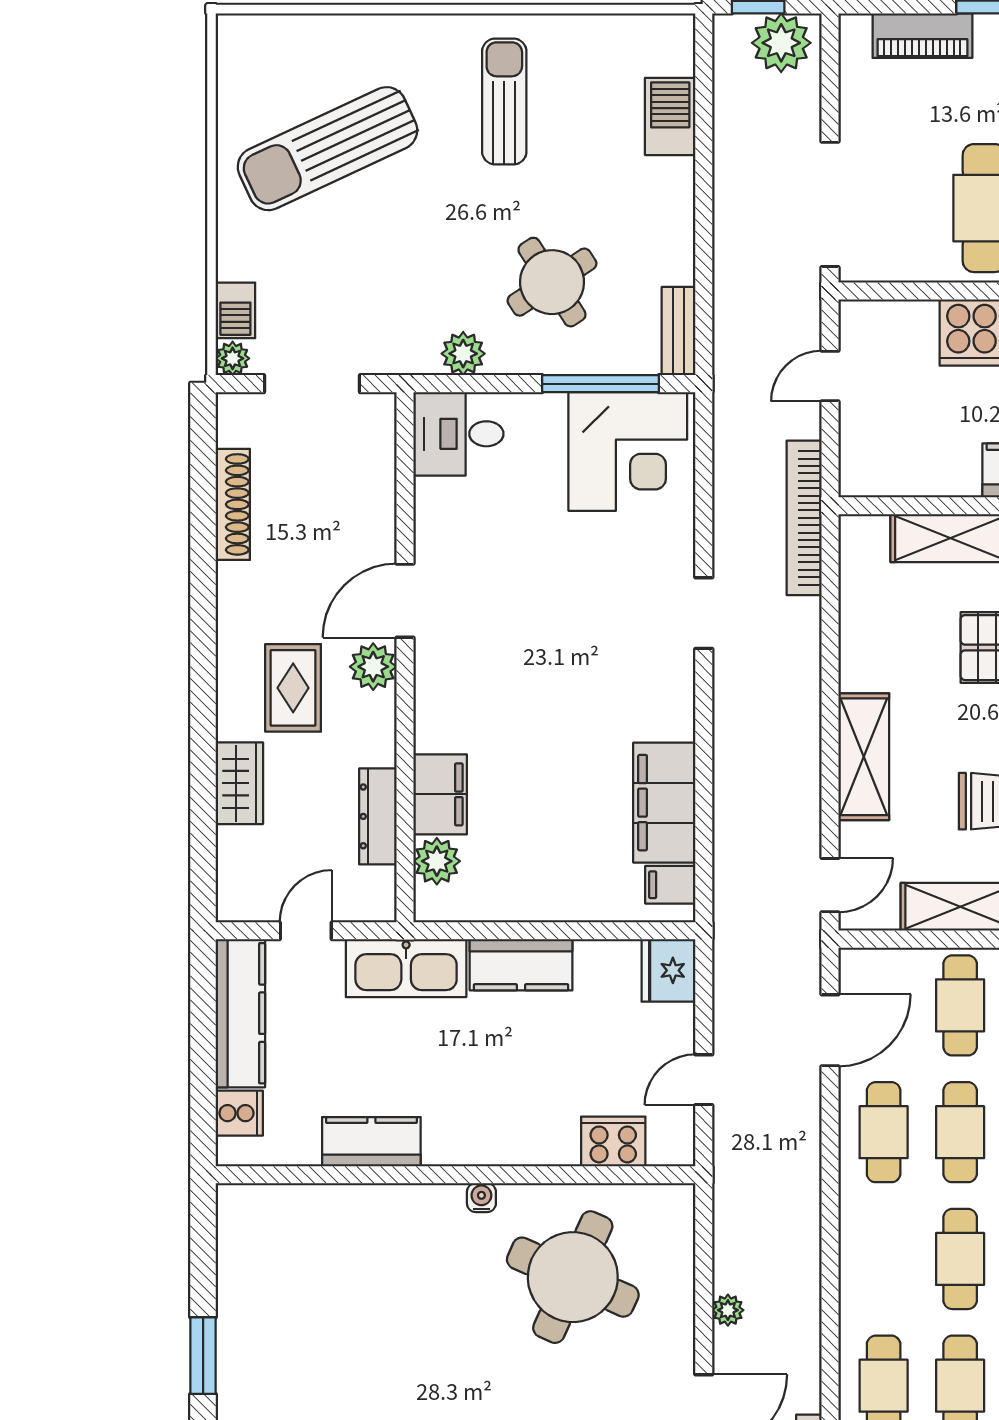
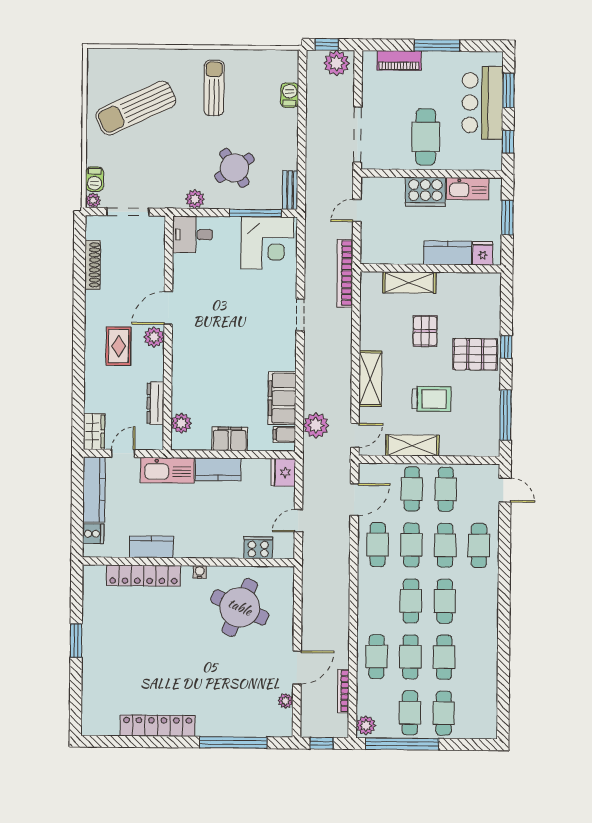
barbecue: (670, 116) -> (290, 95), width x0.73, depth x0.79
wardrobe: (239, 783) -> (94, 431), moved
filing cabinet: (440, 794) -> (230, 439), moved, turned -90
locker: (354, 1207) -> (143, 576), added
plant: (728, 1310) -> (316, 425), moved, width x1.87, depth x1.87

